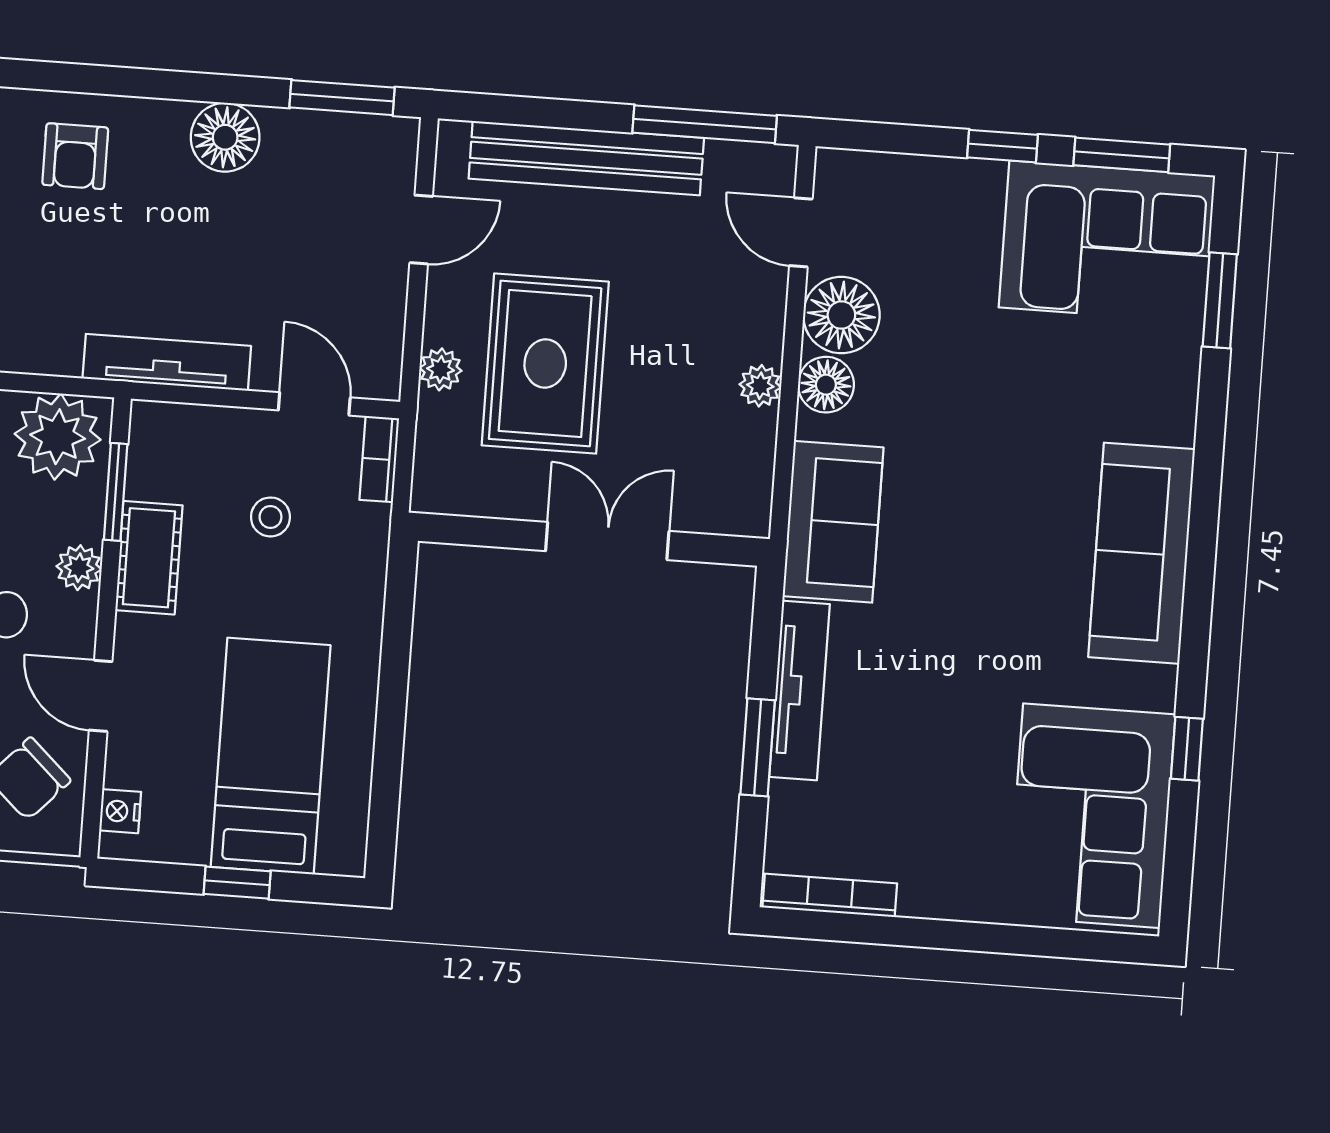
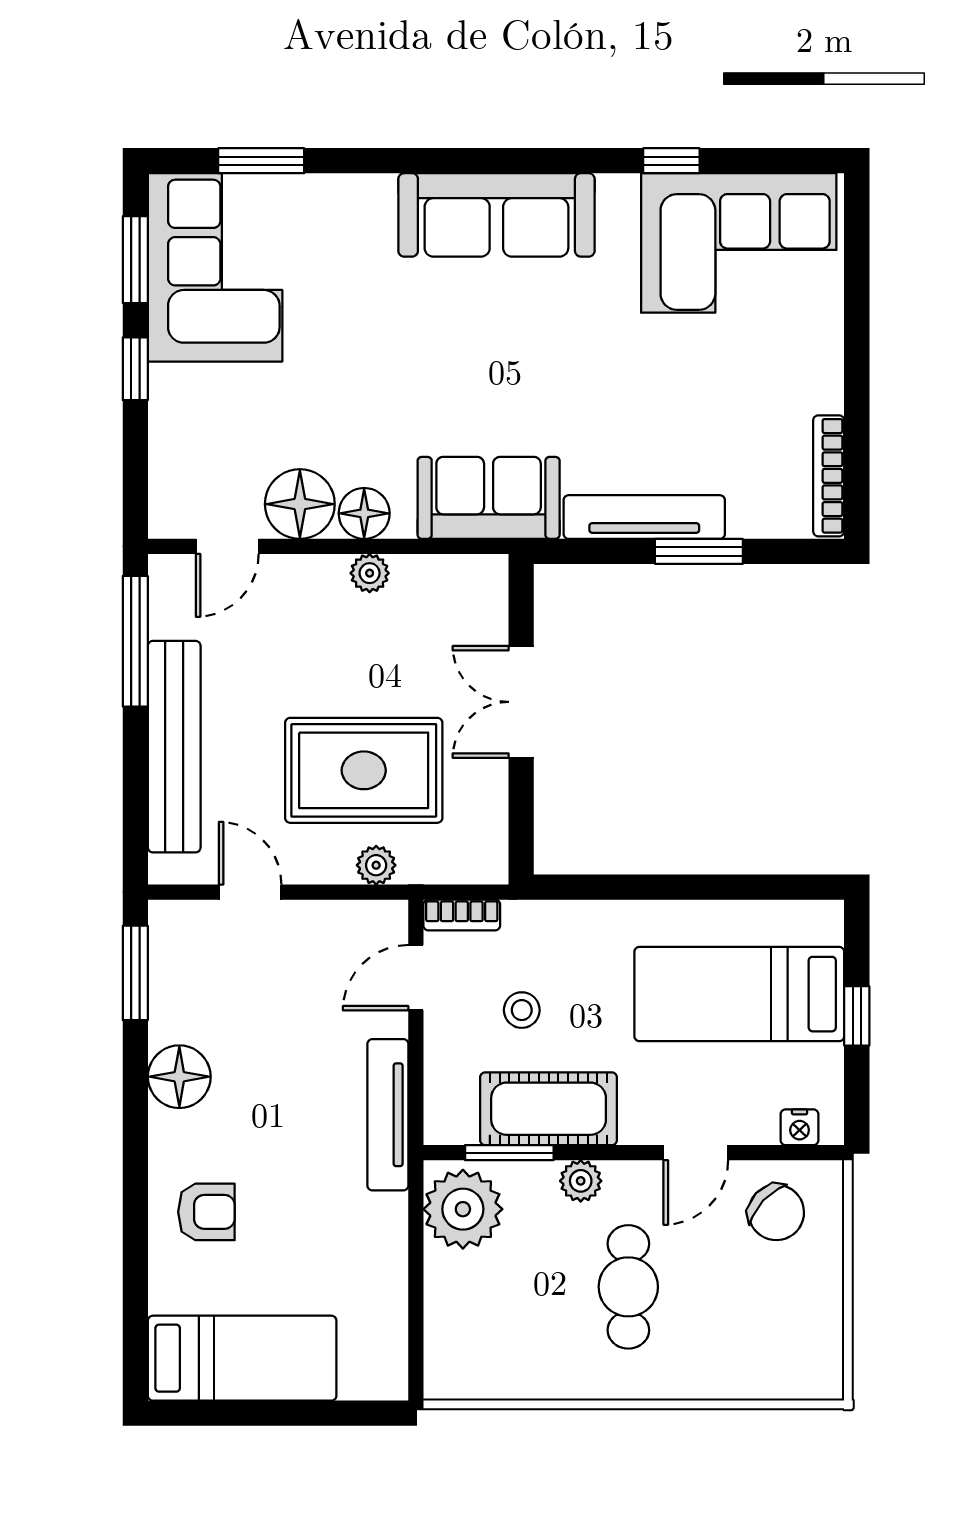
cot: (149, 558) -> (549, 1109), width x1.37, depth x1.34

